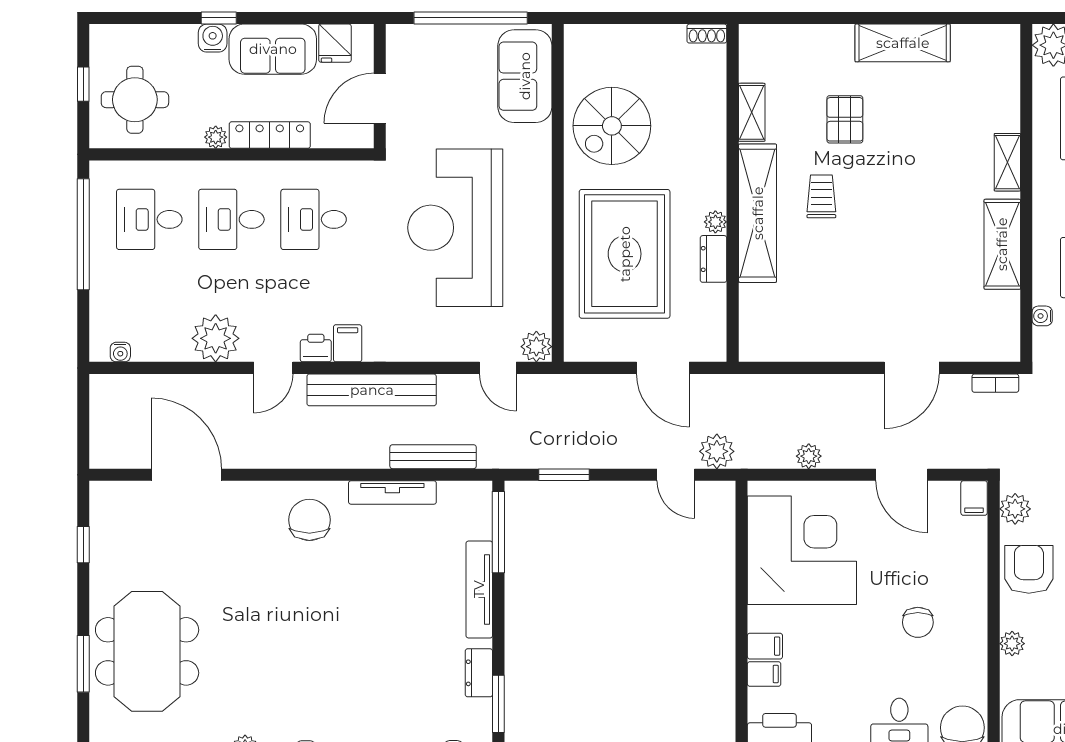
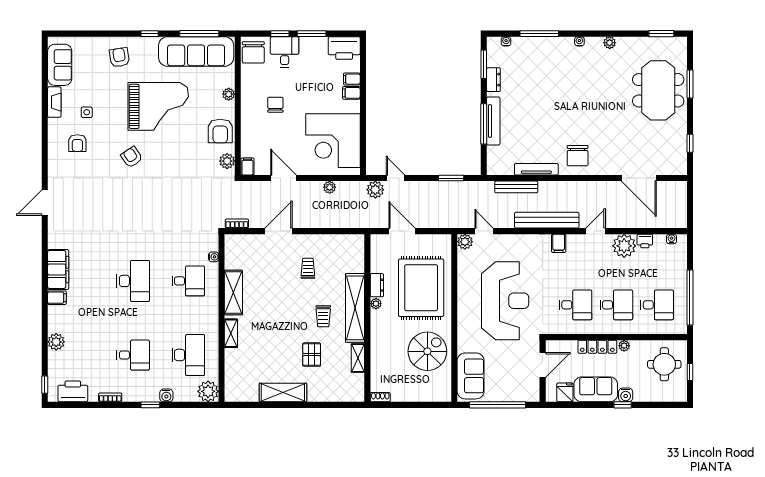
trolley: (852, 293) -> (308, 268), added
printer: (316, 348) -> (645, 241), moved
window: (498, 532) -> (484, 124), moved

